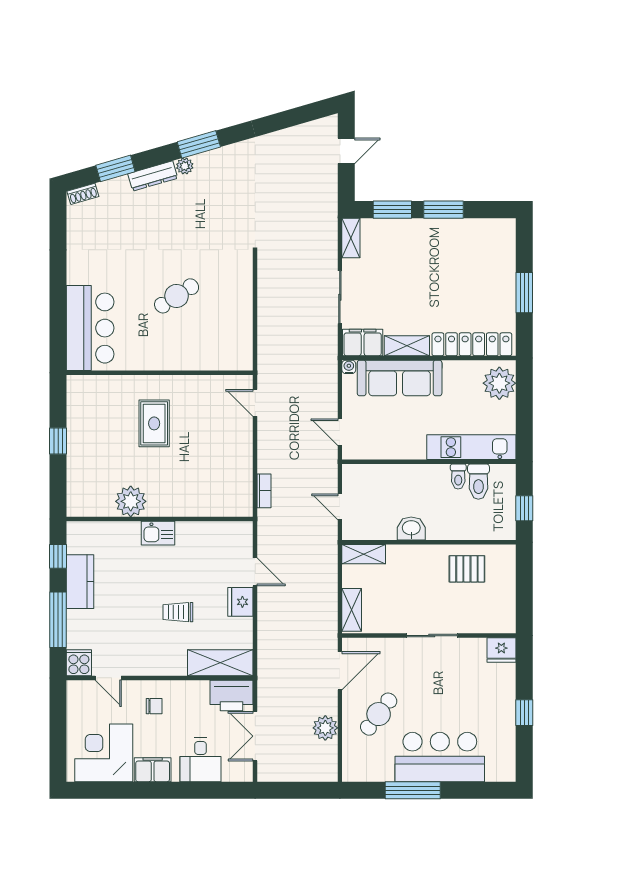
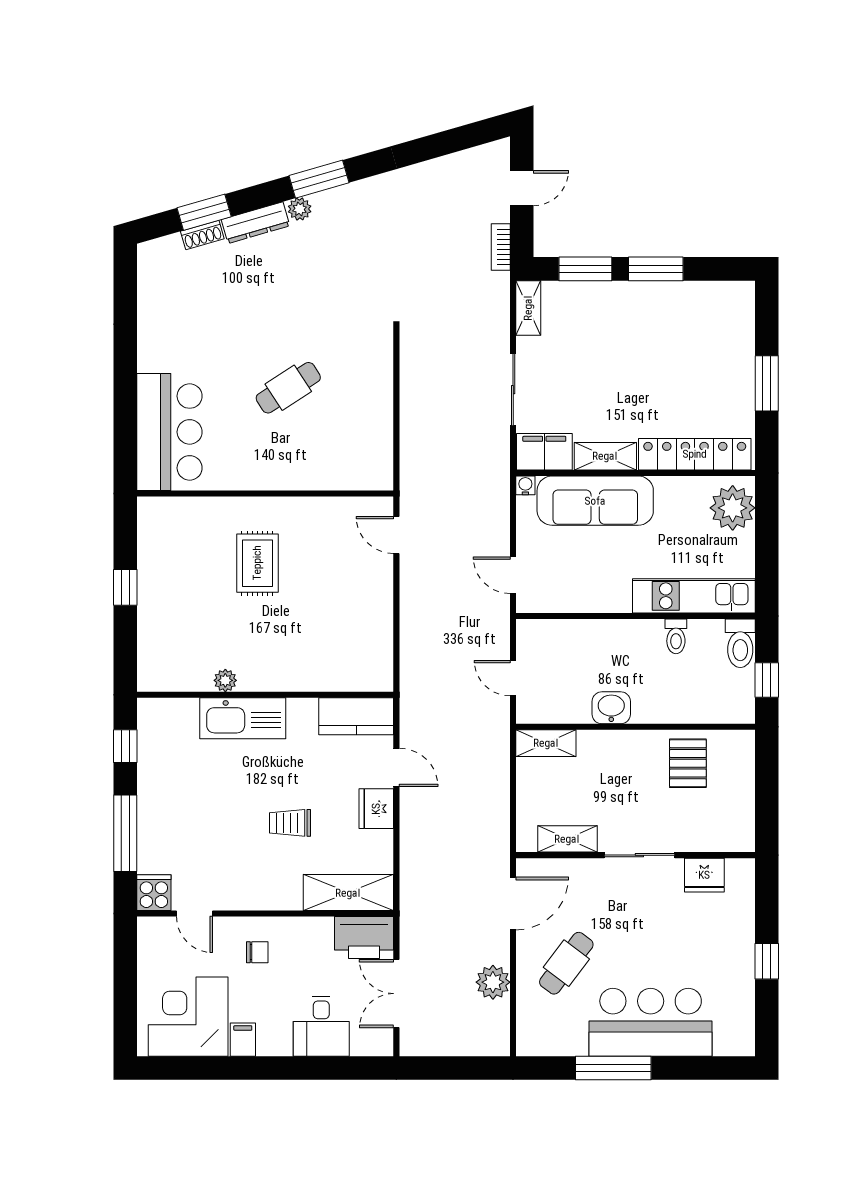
shoe rack: (83, 194) -> (202, 235), moved
toilet: (478, 482) -> (740, 643), moved
bookcase: (264, 491) -> (501, 247), moved, turned 180
plant: (131, 501) -> (225, 680), width x0.53, depth x0.53
kitchen sink: (158, 533) -> (243, 718), width x1.88, depth x1.24
pallet: (467, 569) -> (688, 763), turned 90
kitchen counter: (80, 582) -> (356, 716), moved, turned 90
shelving: (352, 610) -> (567, 839), moved, turned 90
fridge: (501, 650) -> (704, 875), moved
filing cabinet: (153, 770) -> (243, 1040), width x0.50

